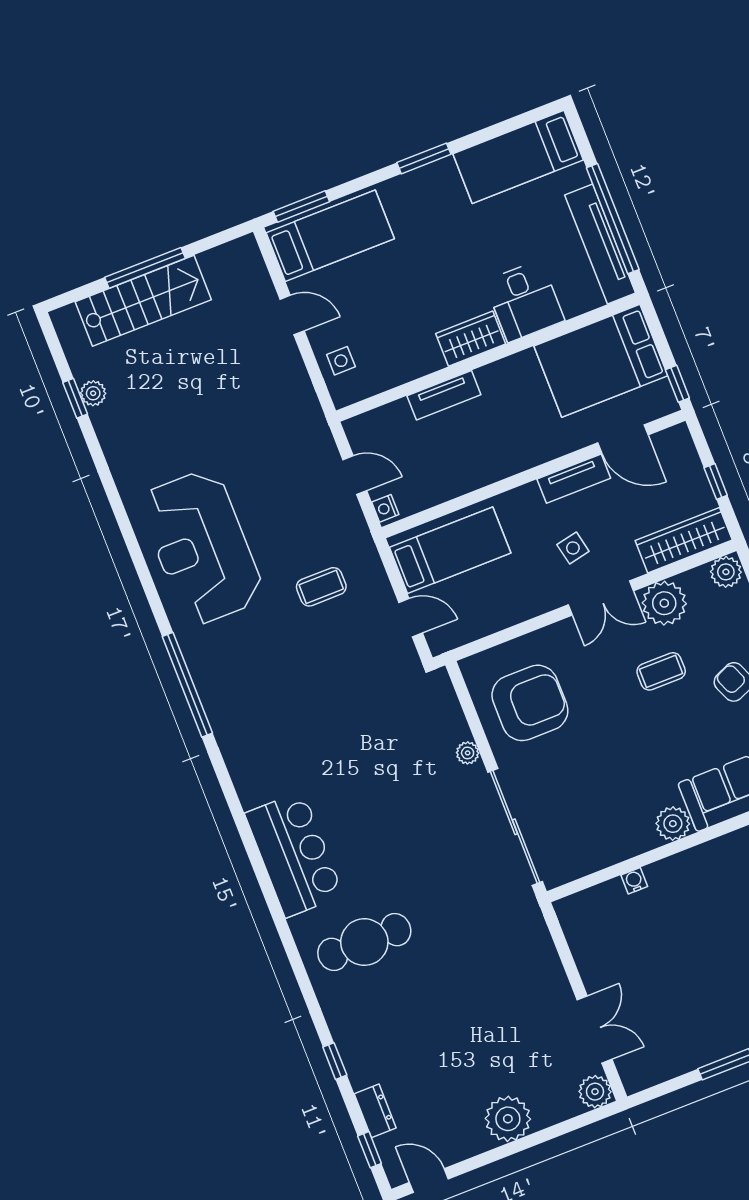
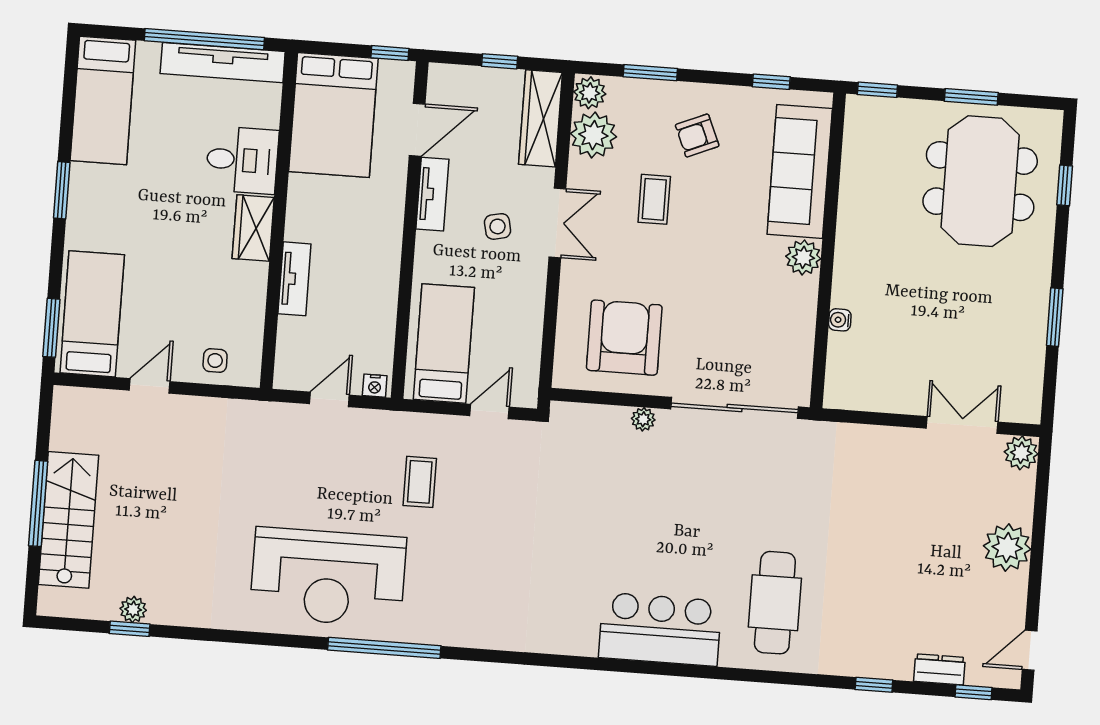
plant: (664, 603) -> (593, 135), moved
window: (187, 685) -> (384, 648), moved

